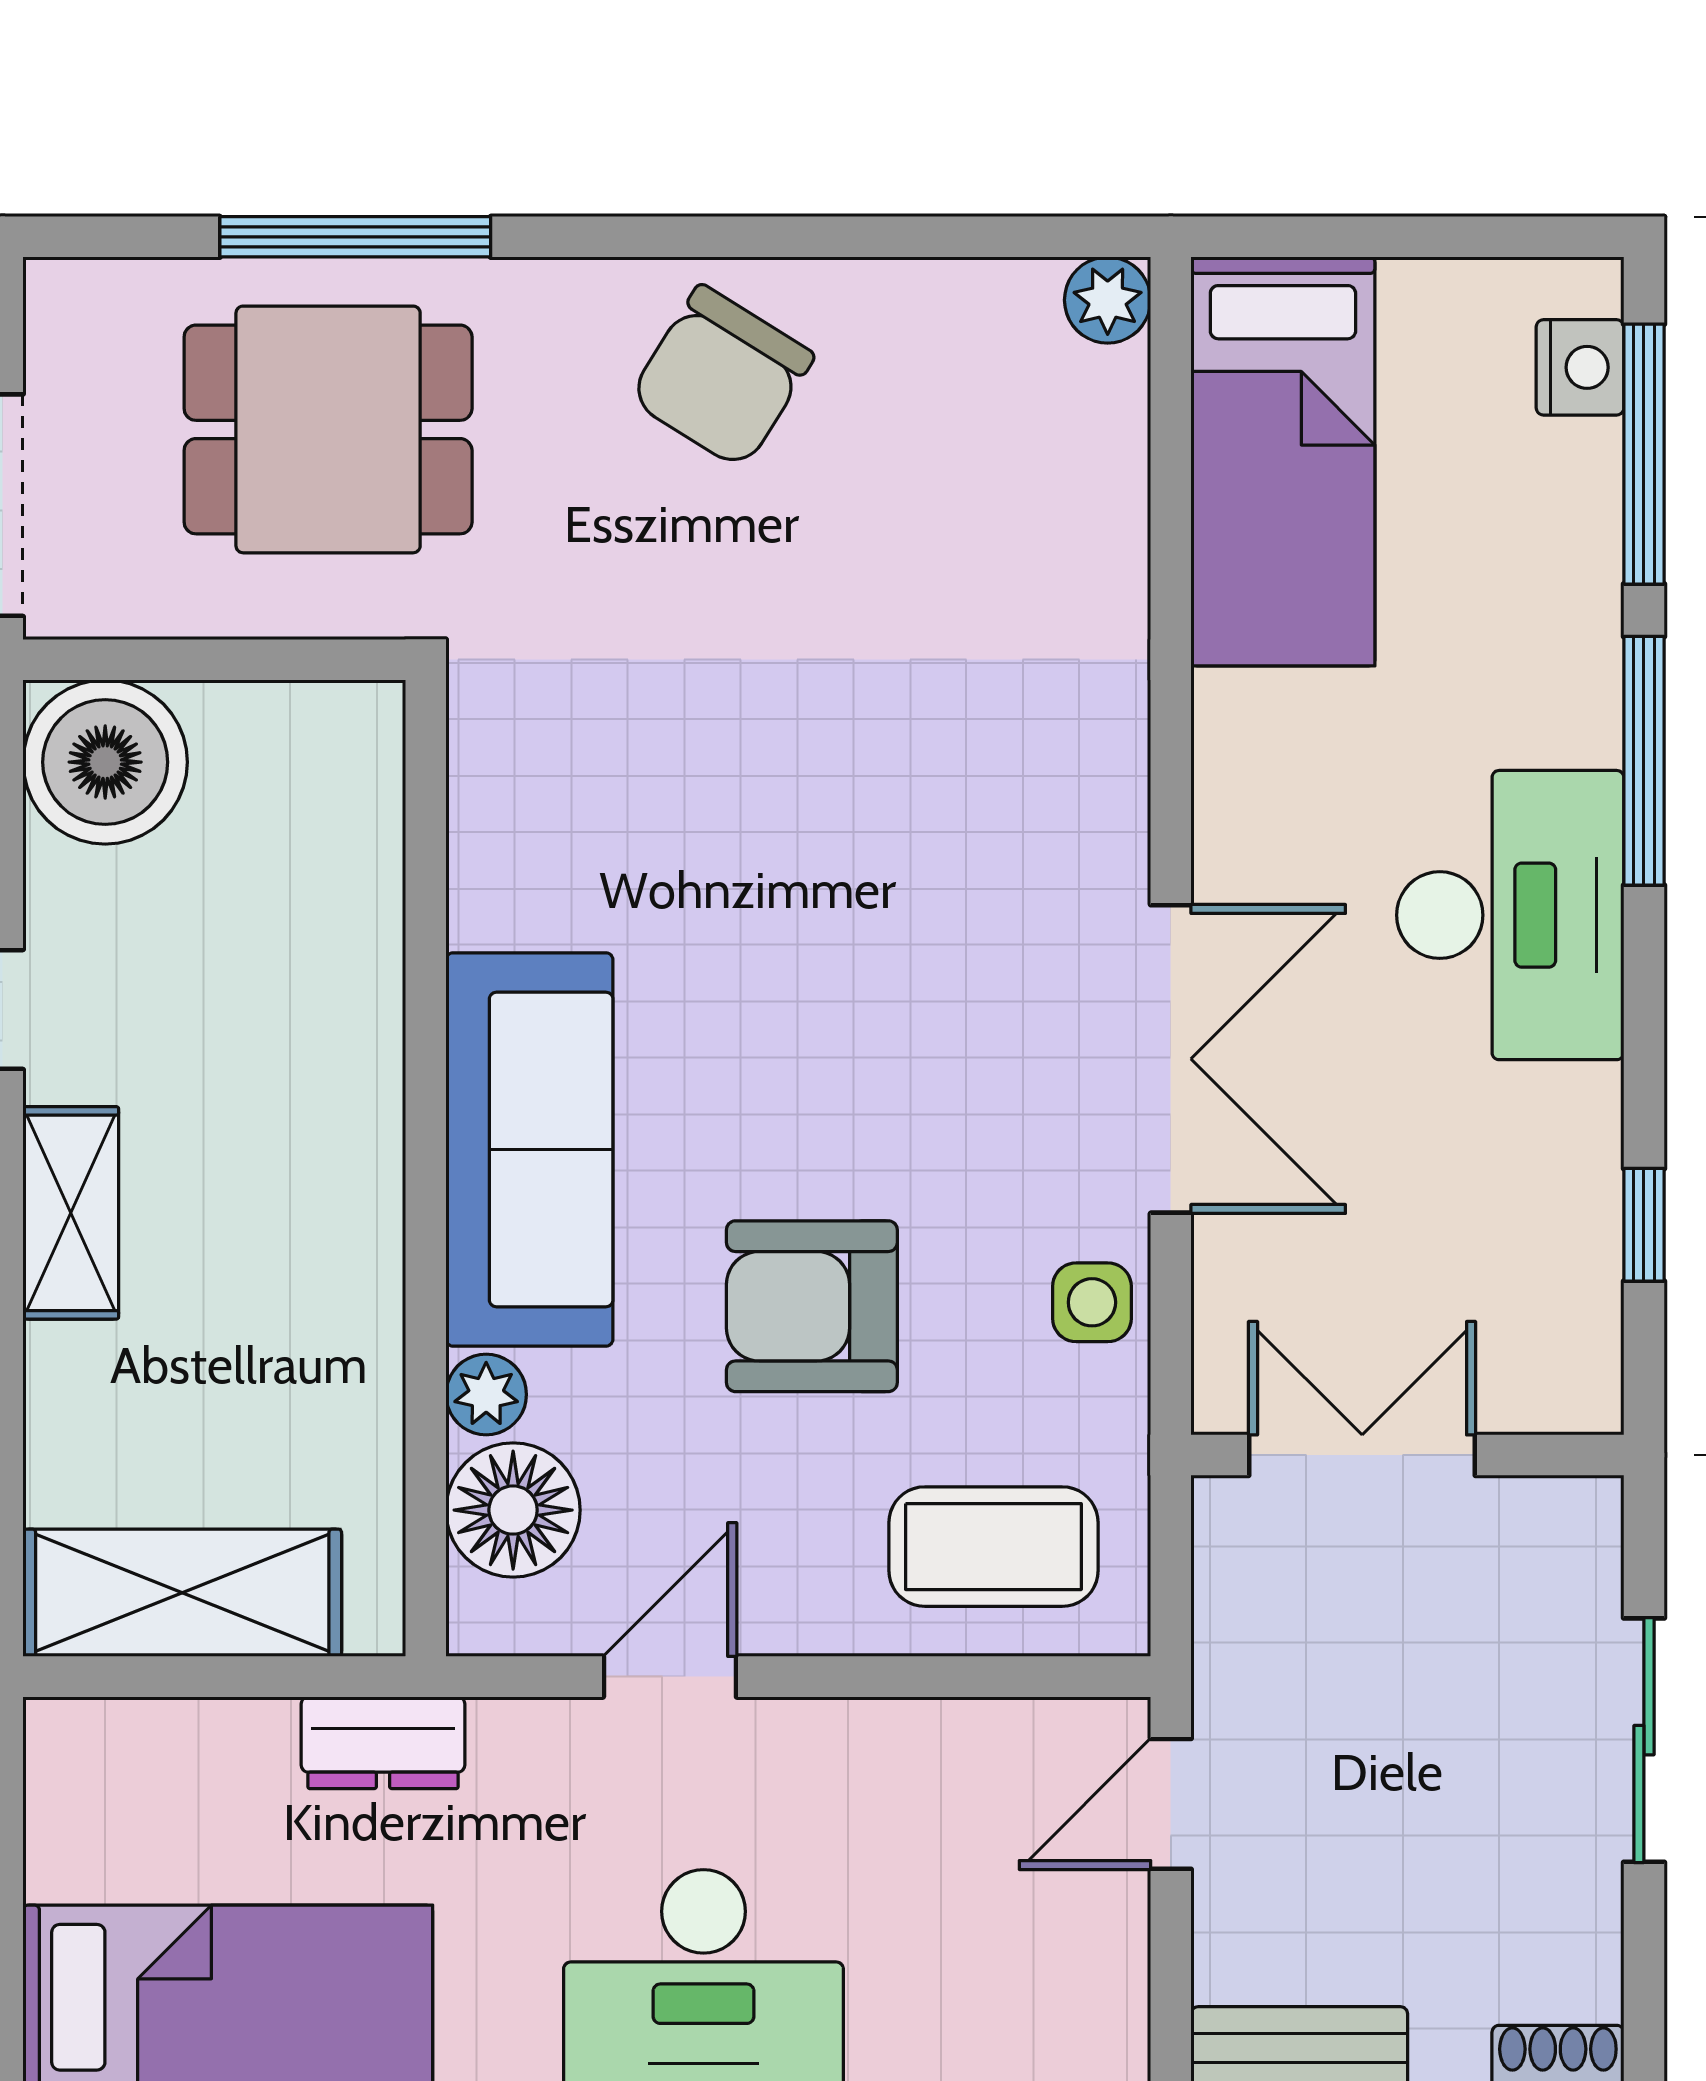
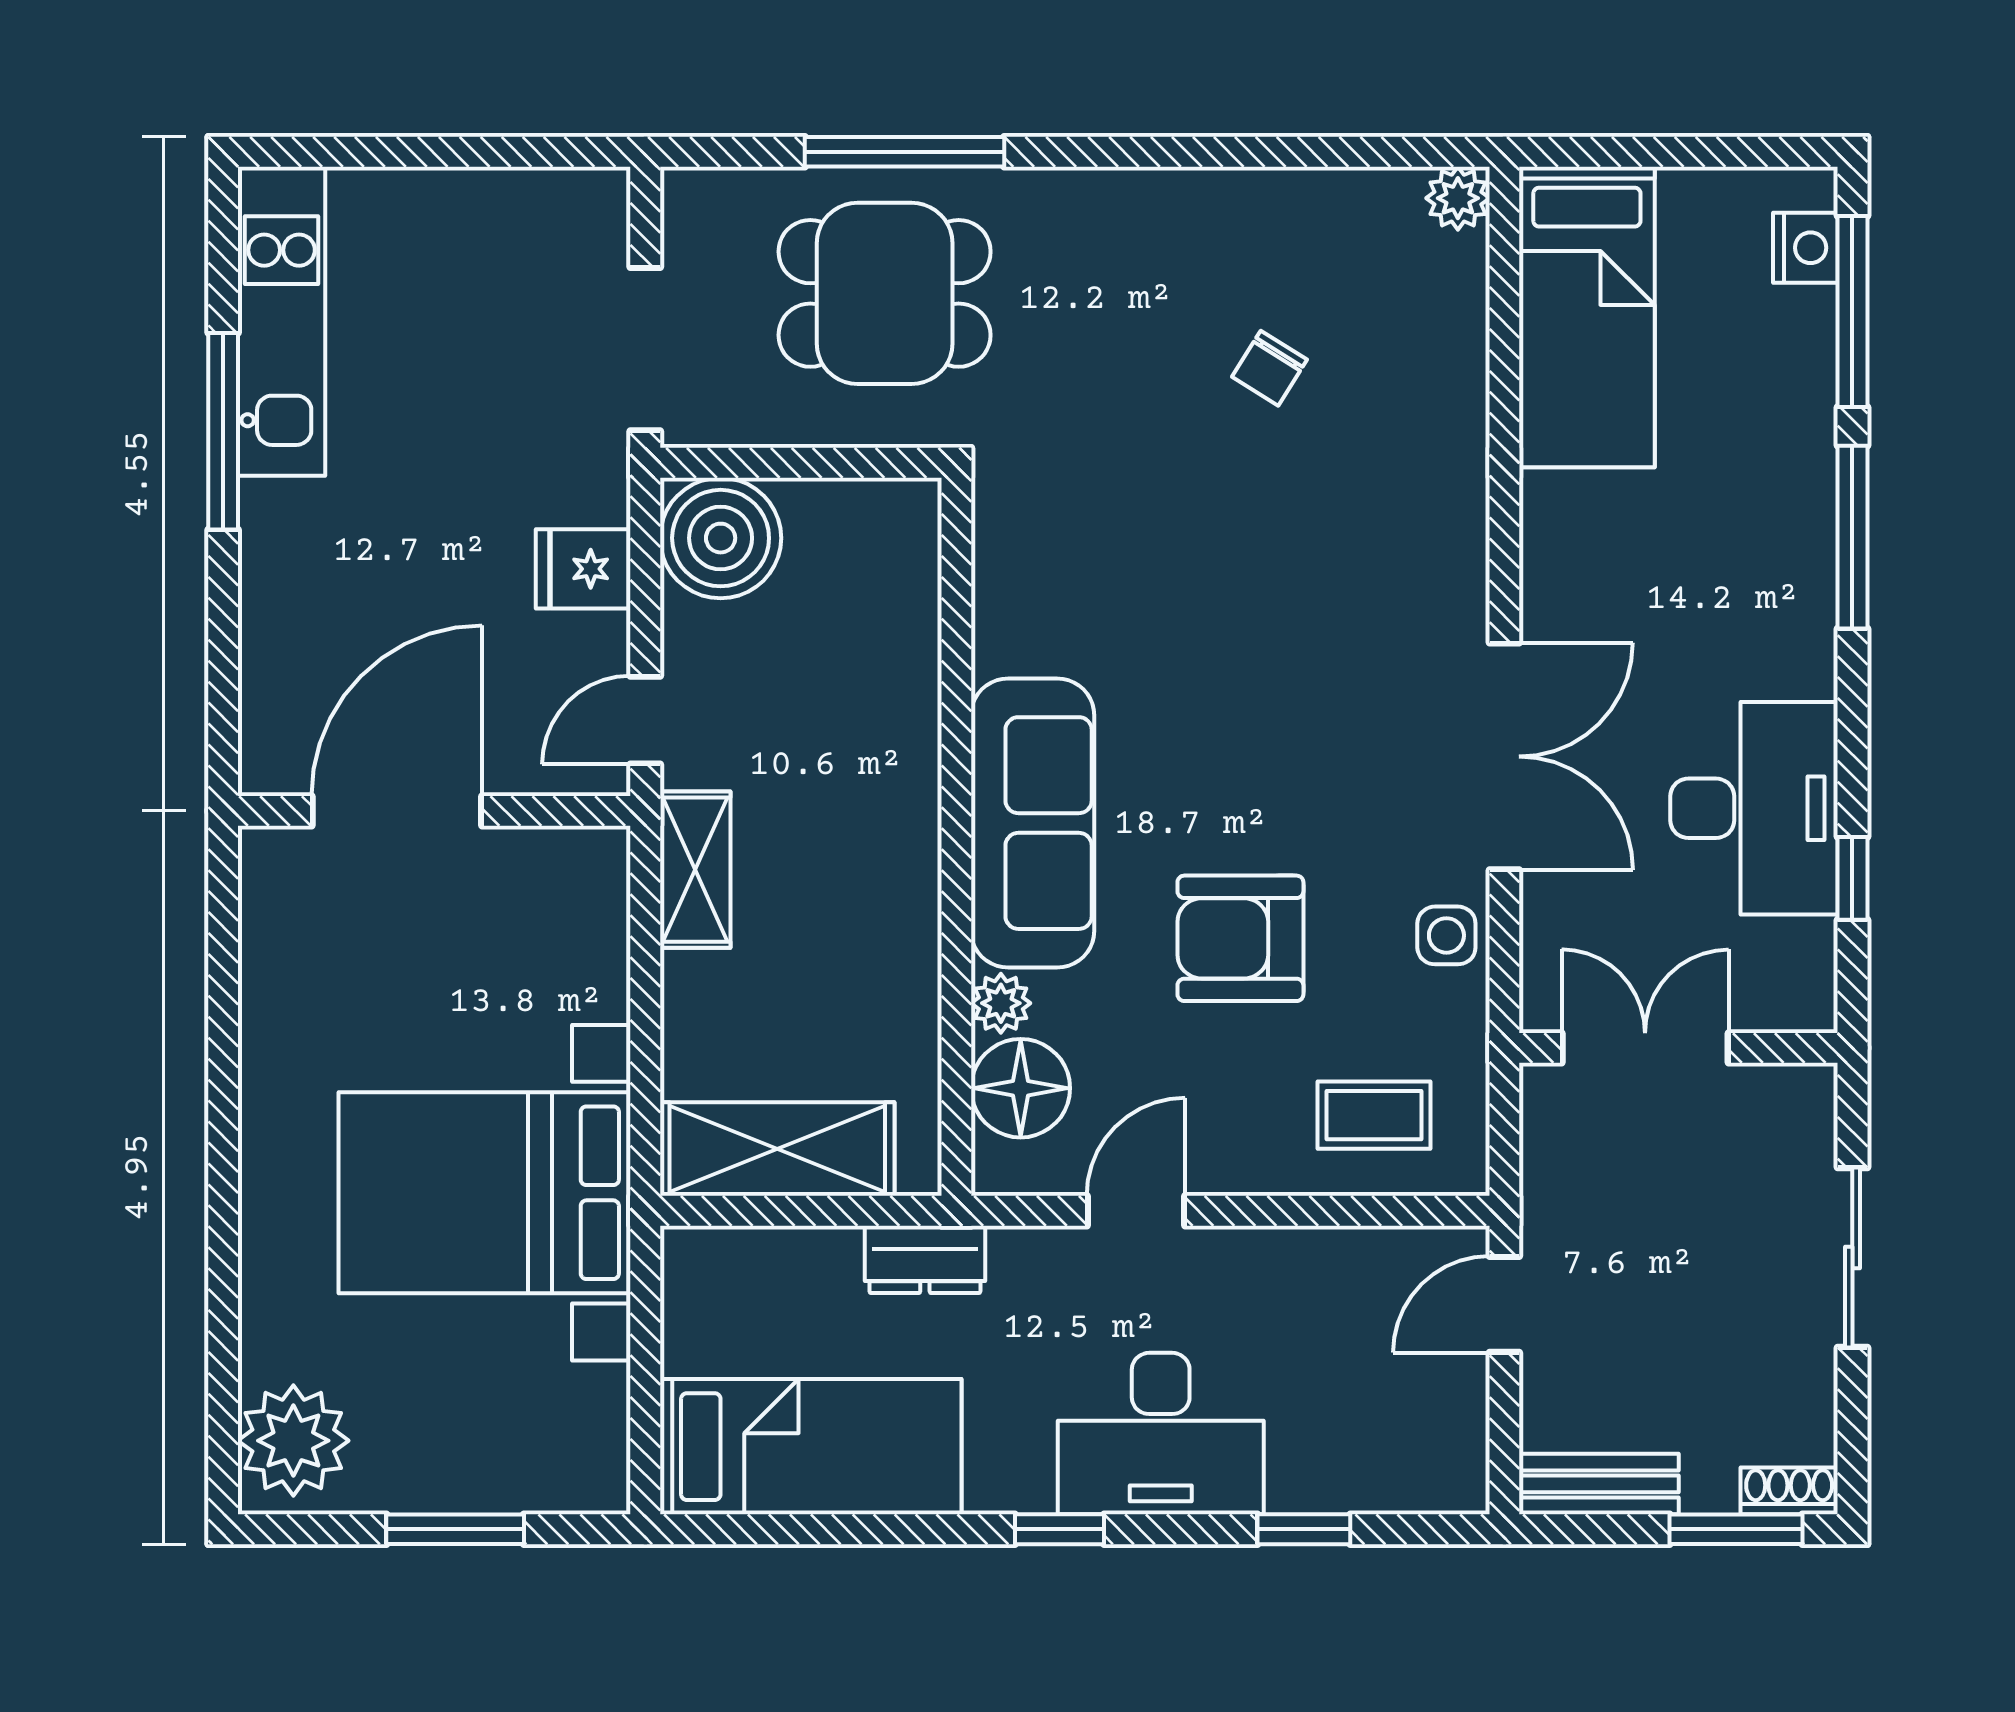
chair: (722, 377) -> (1270, 368), moved, width x0.54, depth x0.54
desk: (1510, 915) -> (1754, 808), moved
coffee table: (993, 1547) -> (1374, 1115), width x0.73, depth x0.77

